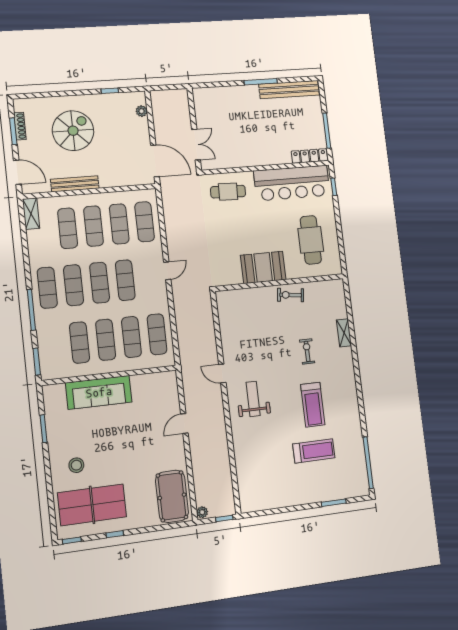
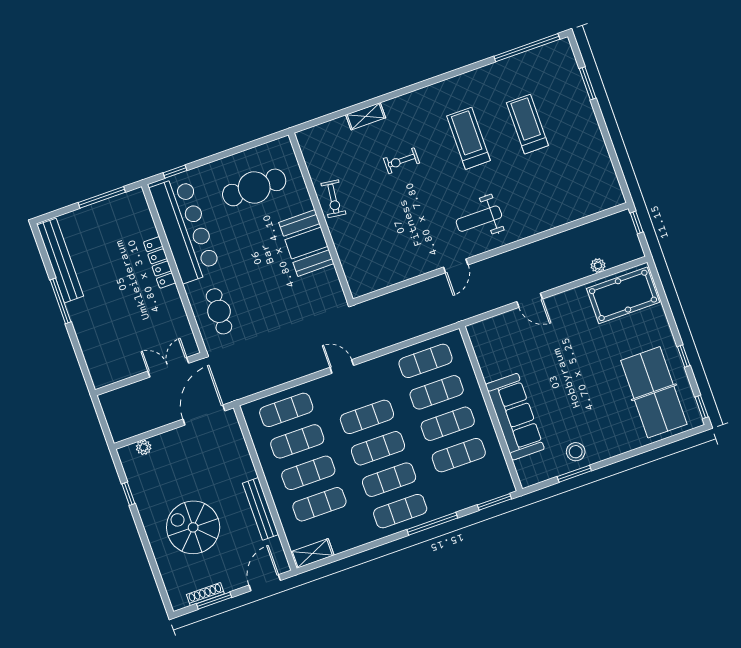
locker: (310, 156) -> (160, 262), moved
treadmill: (313, 405) -> (469, 138), turned -90
stool: (76, 465) -> (576, 452), moved
plant: (202, 512) -> (598, 265), moved

